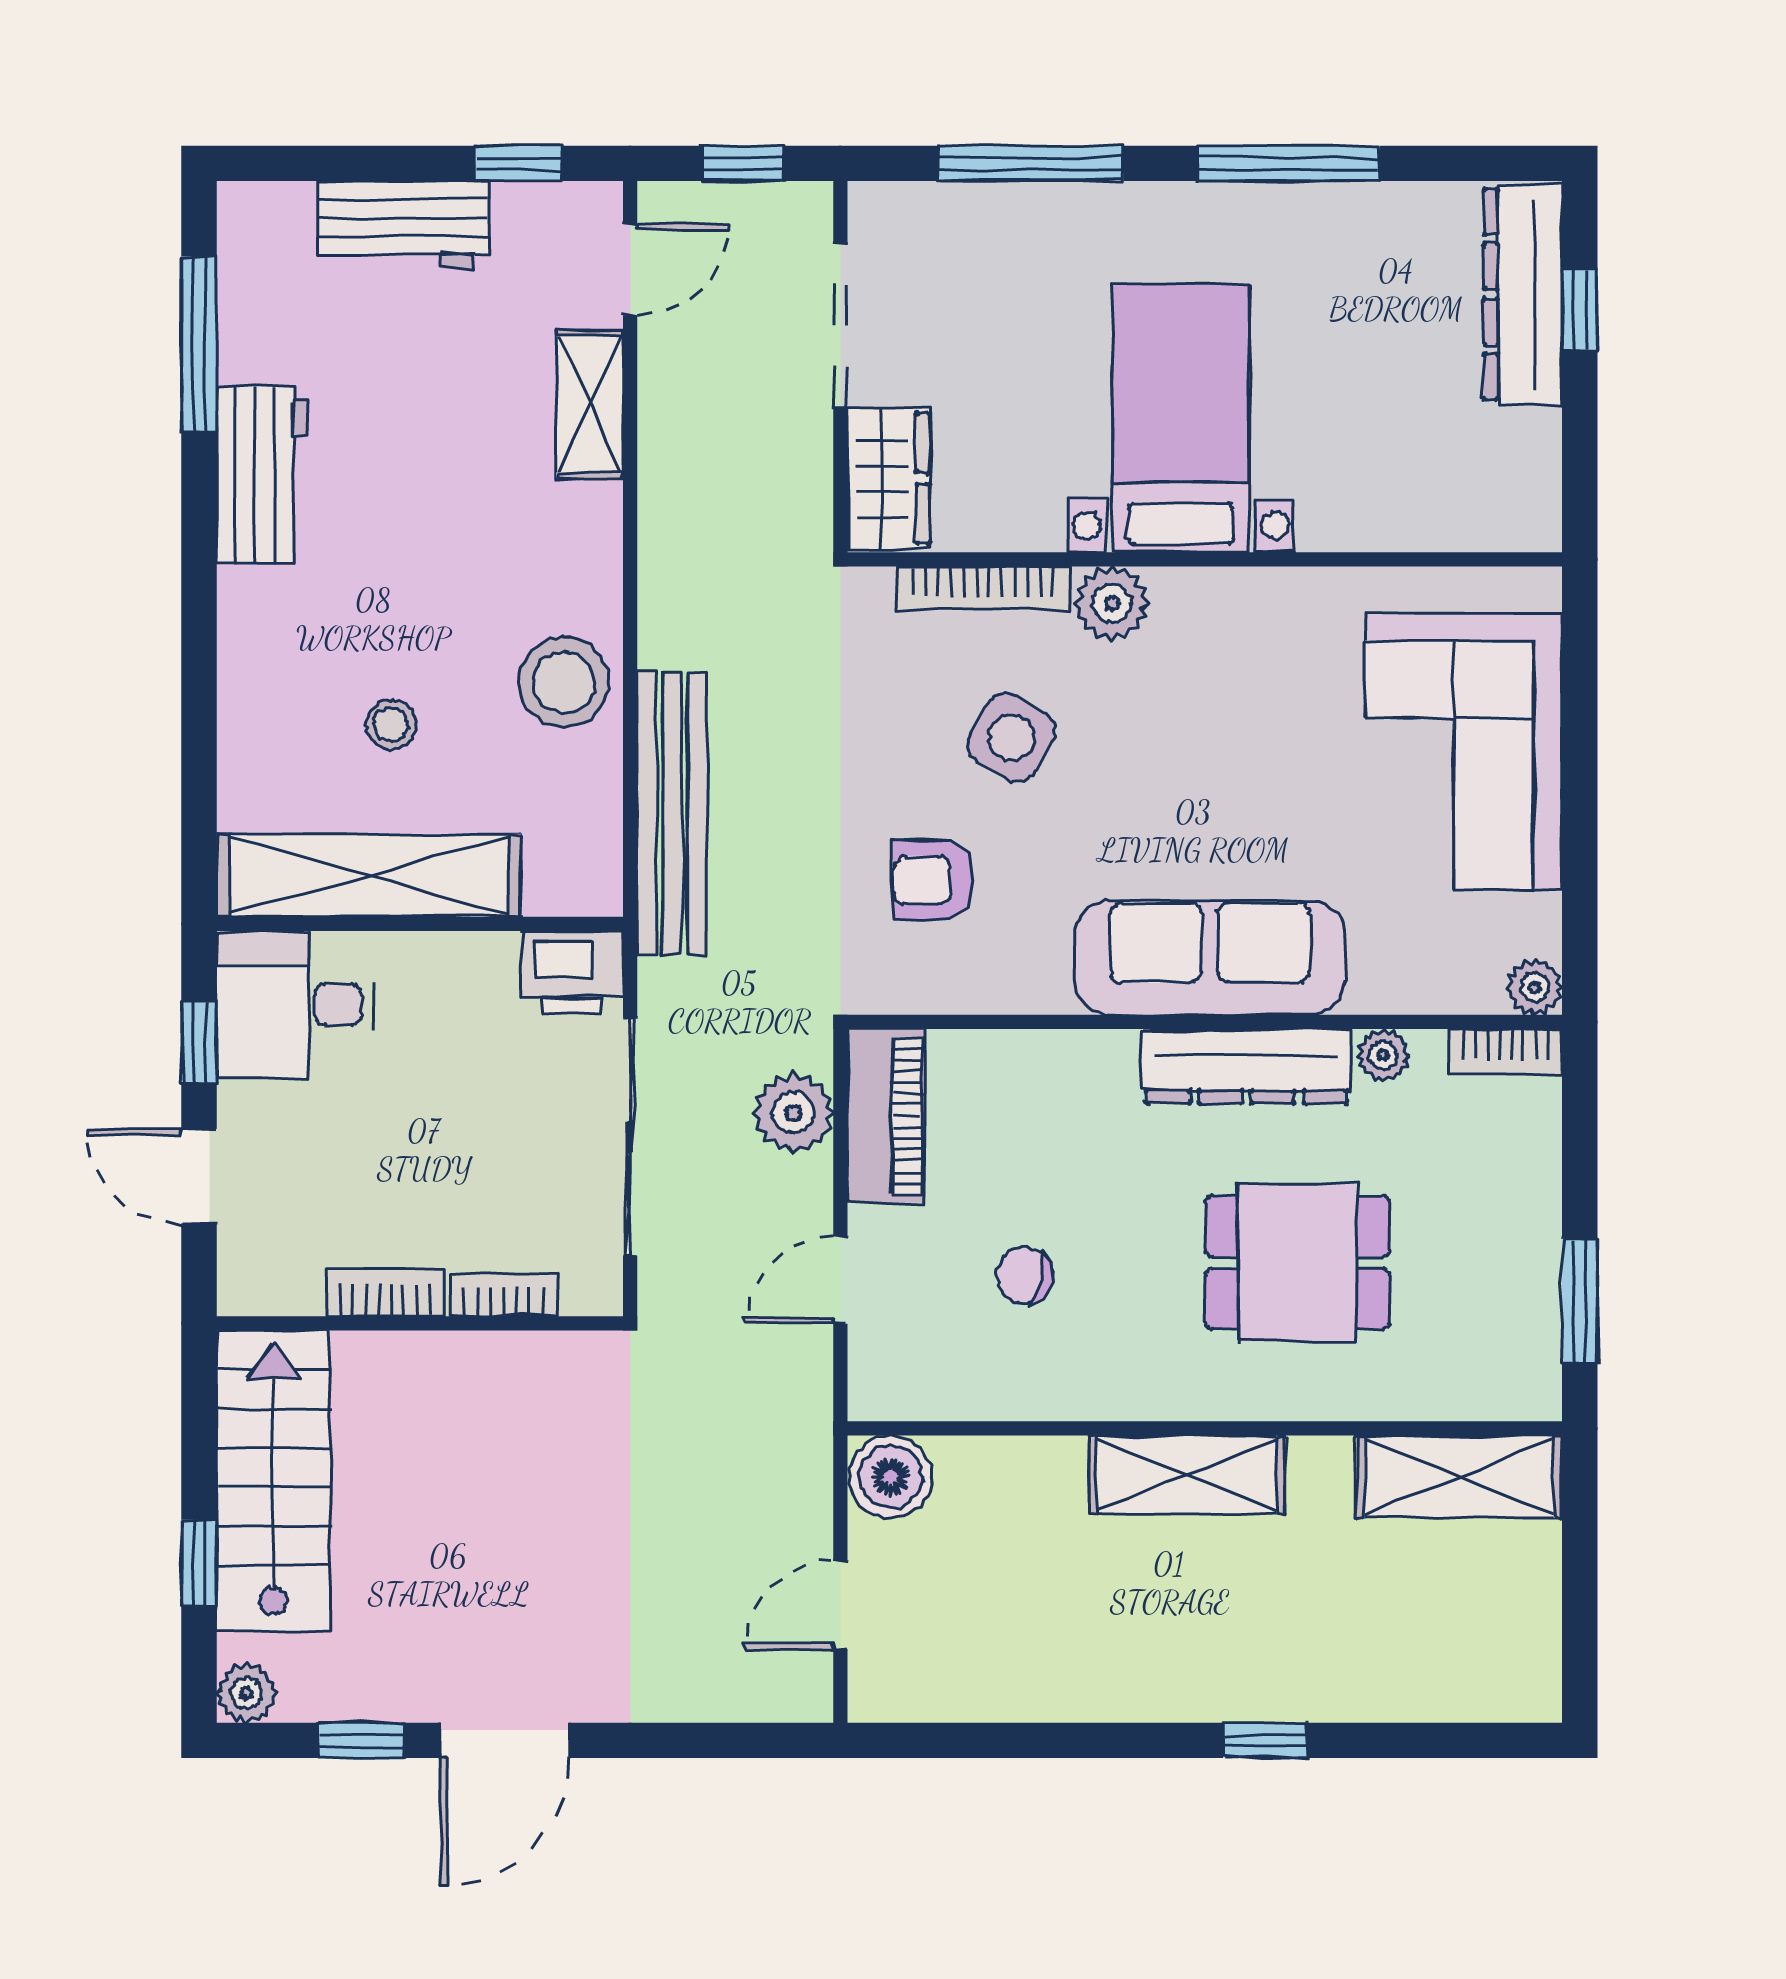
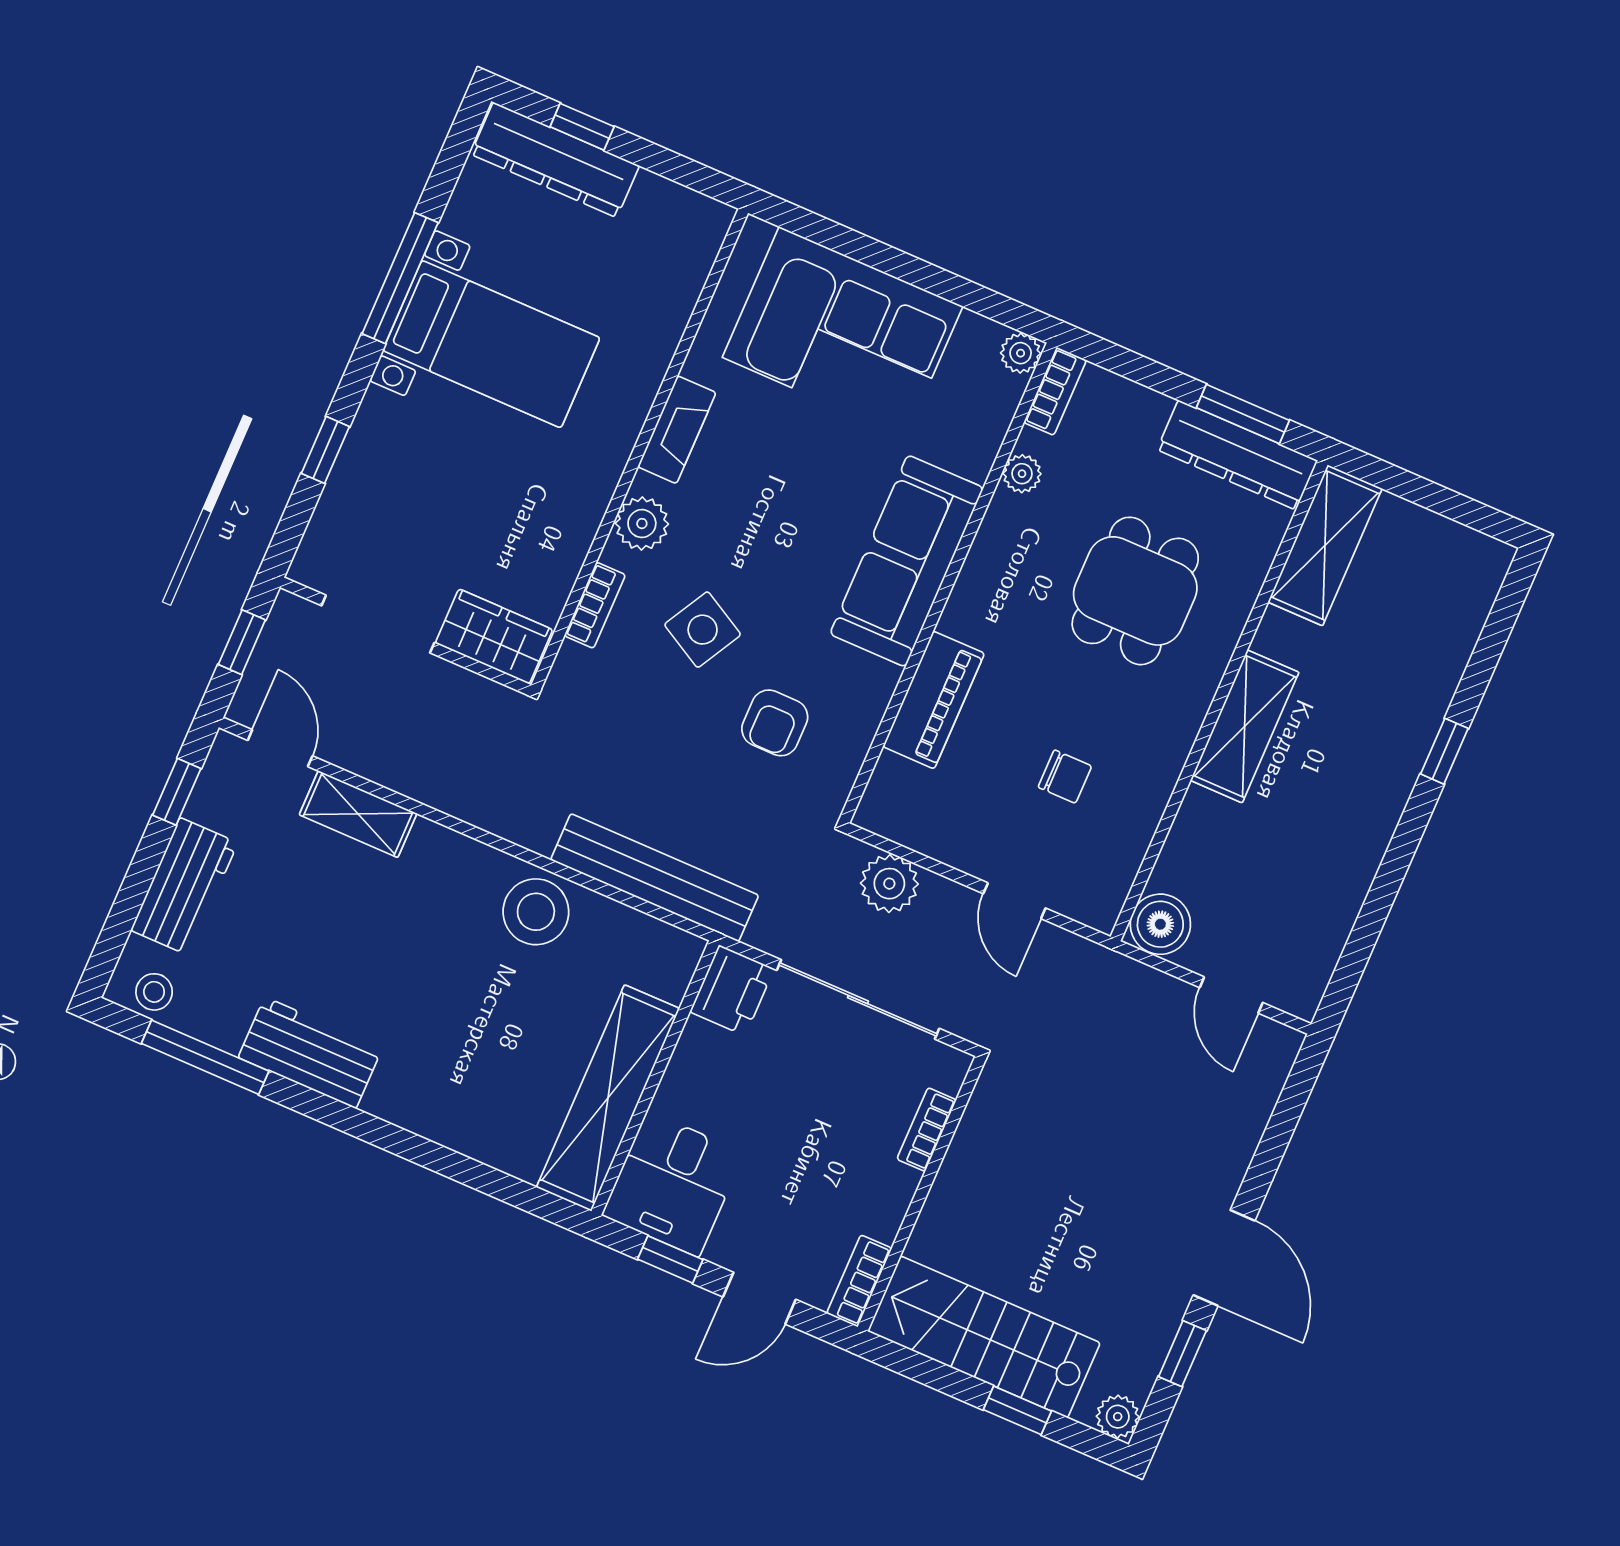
window: (1031, 163) -> (325, 450), width x0.46
bed with nightstands: (1181, 418) -> (491, 344), moved, turned 180
bookcase: (983, 589) -> (595, 605), width x0.64
fireplace: (1249, 596) -> (677, 430), added
stool: (391, 724) -> (154, 992), moved
dresser: (1247, 1066) -> (1237, 455), moved, turned 90
piano: (886, 1116) -> (934, 700), moved, turned 90
chair: (1025, 1276) -> (1065, 777), turned -103
bookcase: (385, 1293) -> (859, 1281), moved

